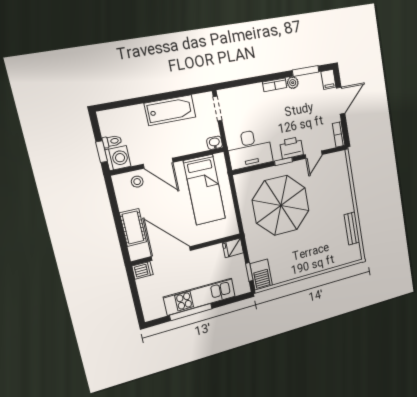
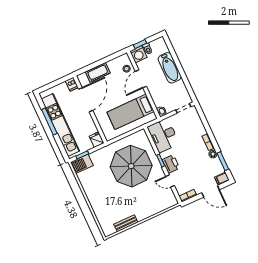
bathtub: (170, 110) -> (170, 68), moved
kitchen unit: (200, 297) -> (60, 125), width x1.36

